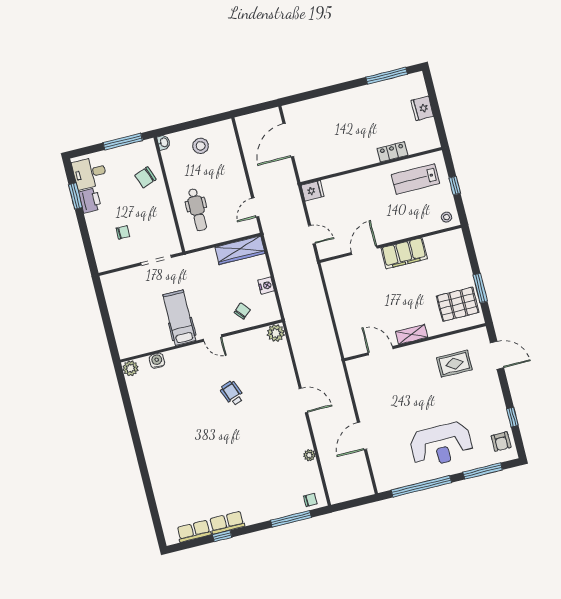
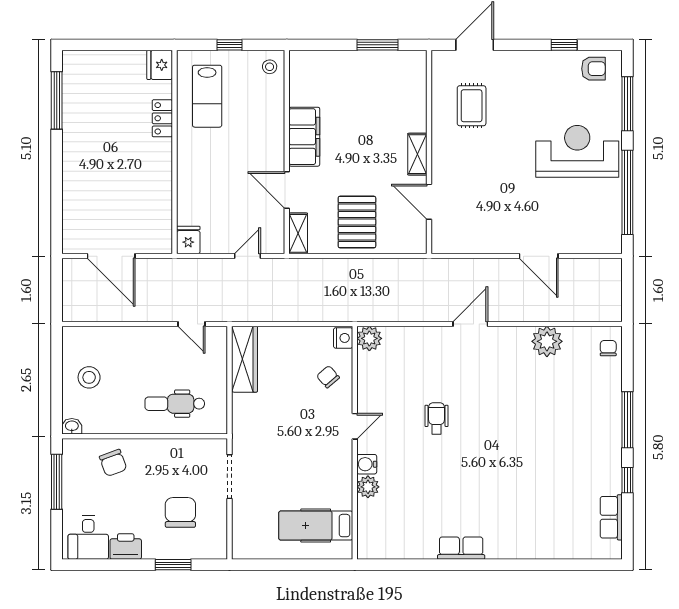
fridge: (422, 108) -> (160, 65), moved, turned 90
window: (75, 196) -> (173, 565), moved
dental chair: (197, 210) -> (175, 404), turned 180
chair: (123, 232) -> (180, 512), width x1.87, depth x1.87
shelving: (336, 266) -> (298, 233), added
nightstand: (266, 286) -> (343, 338), moved, turned 90
pallet: (458, 304) -> (357, 222), moved
hospital bed: (179, 318) -> (316, 526), moved
door: (381, 351) -> (429, 202), hinge flipped
water cooler: (157, 361) -> (367, 464), moved
plant: (130, 368) -> (368, 487), moved
wheelchair: (232, 393) -> (437, 418), turned 110
reception desk: (441, 445) -> (577, 151), turned -90
plant: (309, 455) -> (547, 341), width x1.88, depth x1.88
window: (291, 519) -> (627, 420), moved
row of seats: (227, 523) -> (461, 548), moved, turned 90

